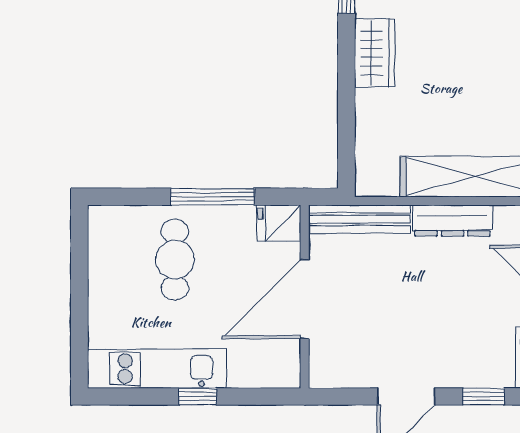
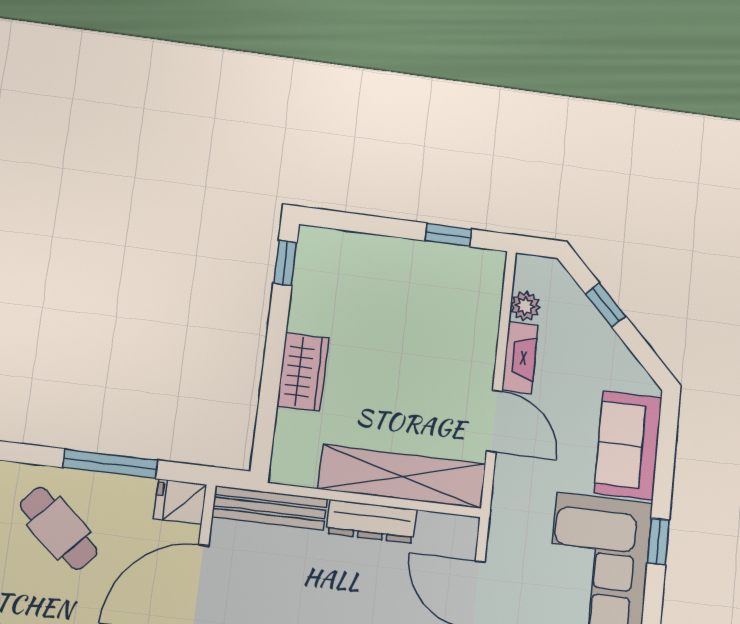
wardrobe: (375, 53) -> (303, 372), moved
cafe table: (175, 260) -> (59, 528), turned -48

